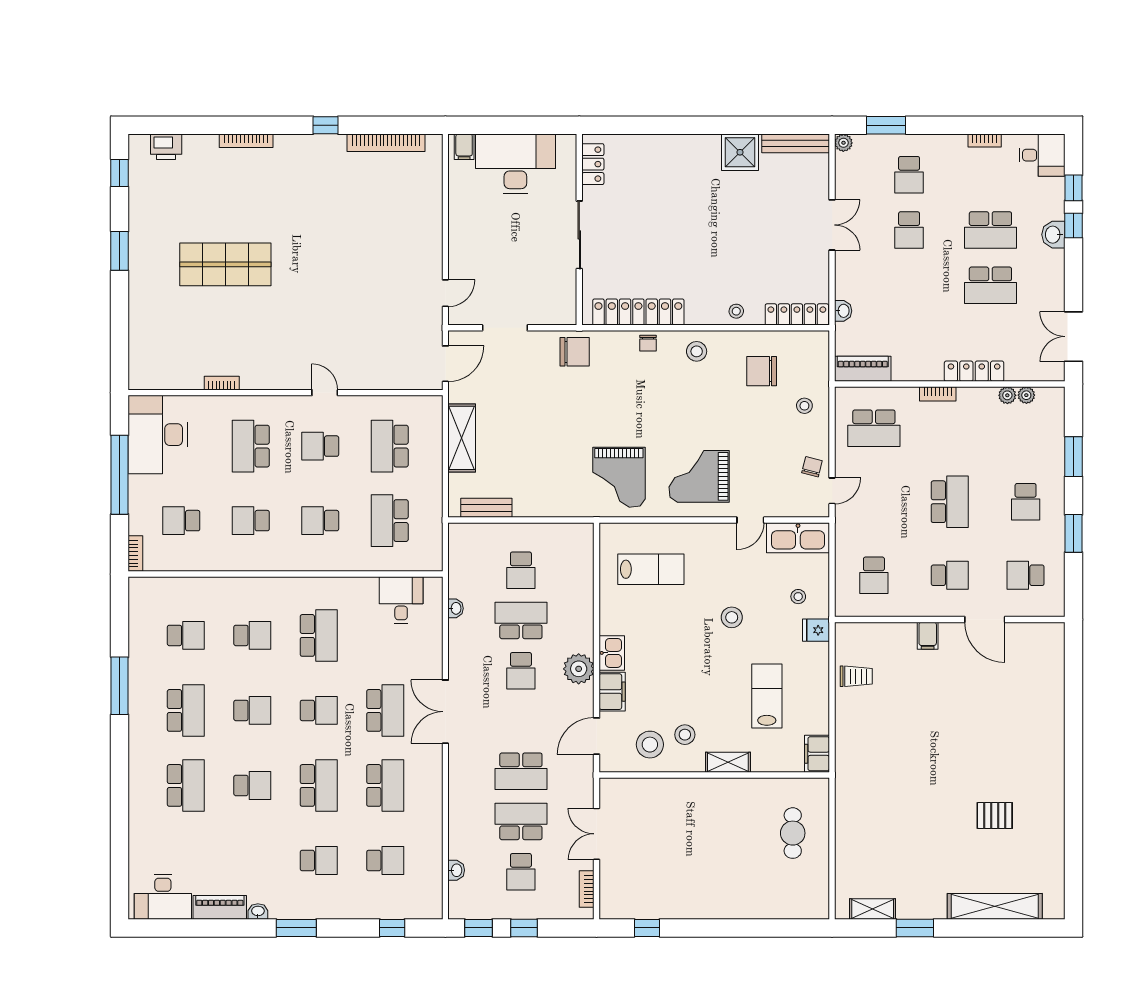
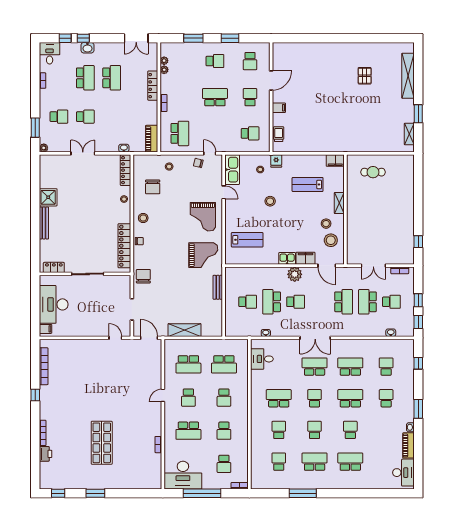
bench: (796, 143) -> (44, 223), moved
printer: (166, 147) -> (46, 454), moved
bench: (486, 508) -> (218, 287), moved
lab bench: (651, 569) -> (247, 240), turned 90
trolley: (856, 676) -> (279, 134), moved

